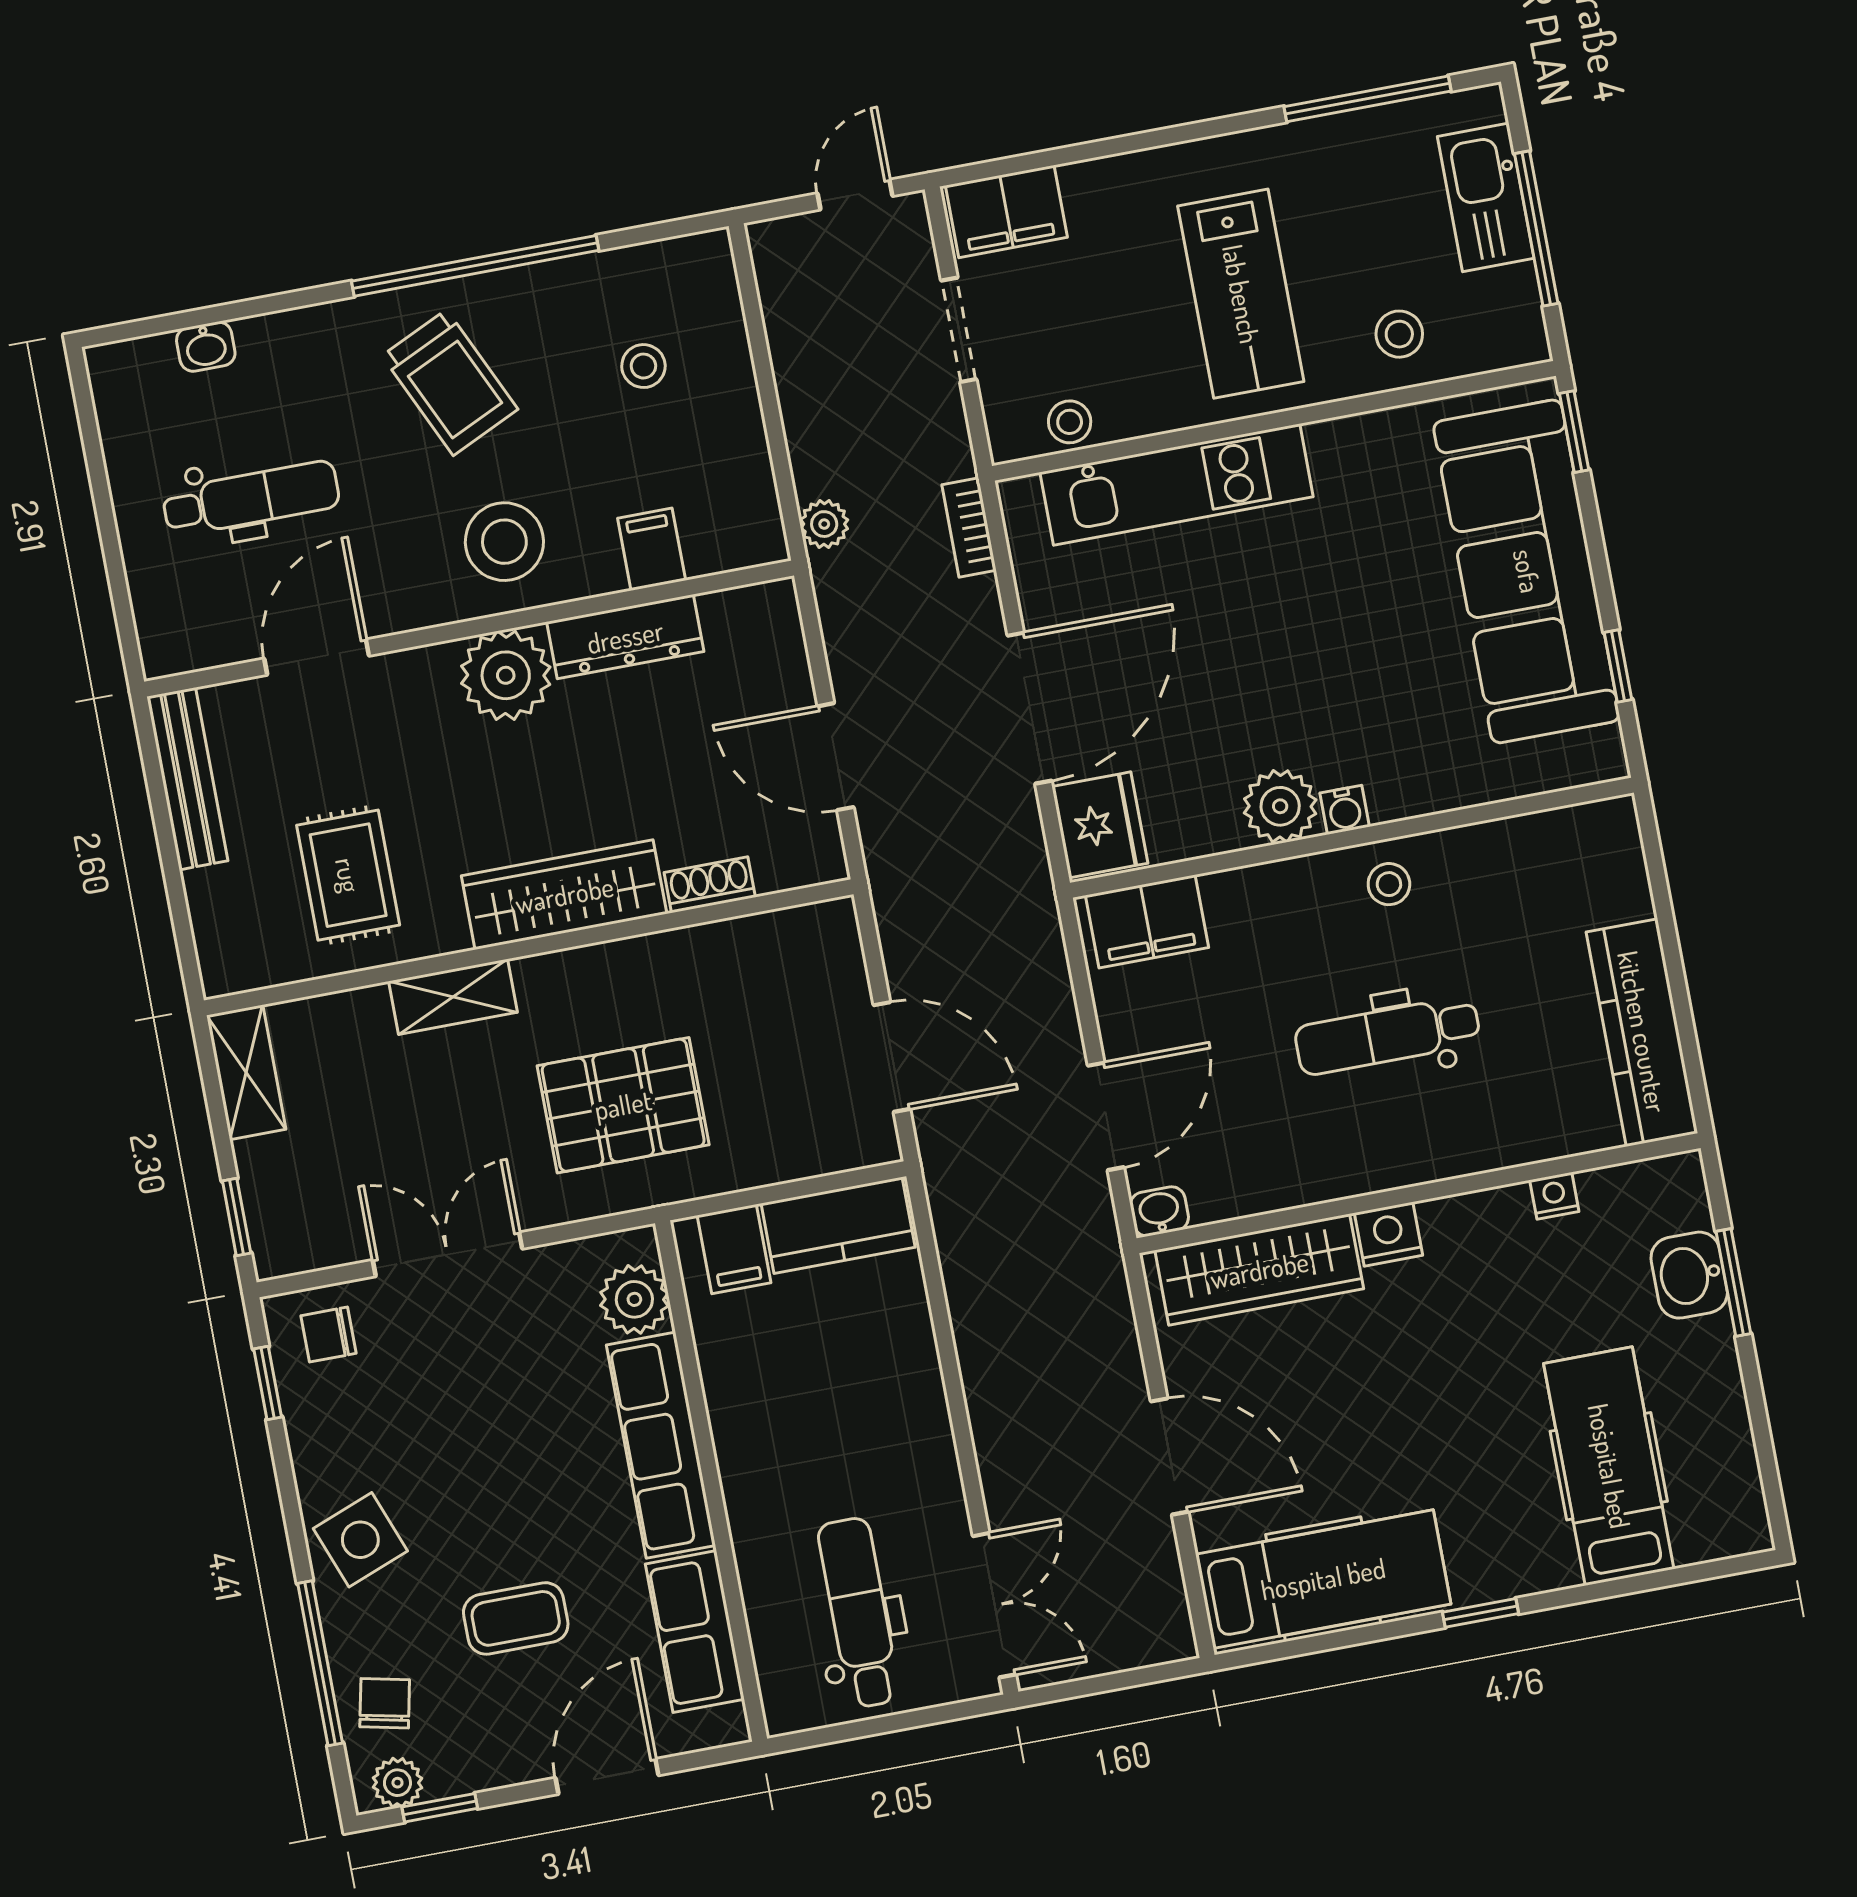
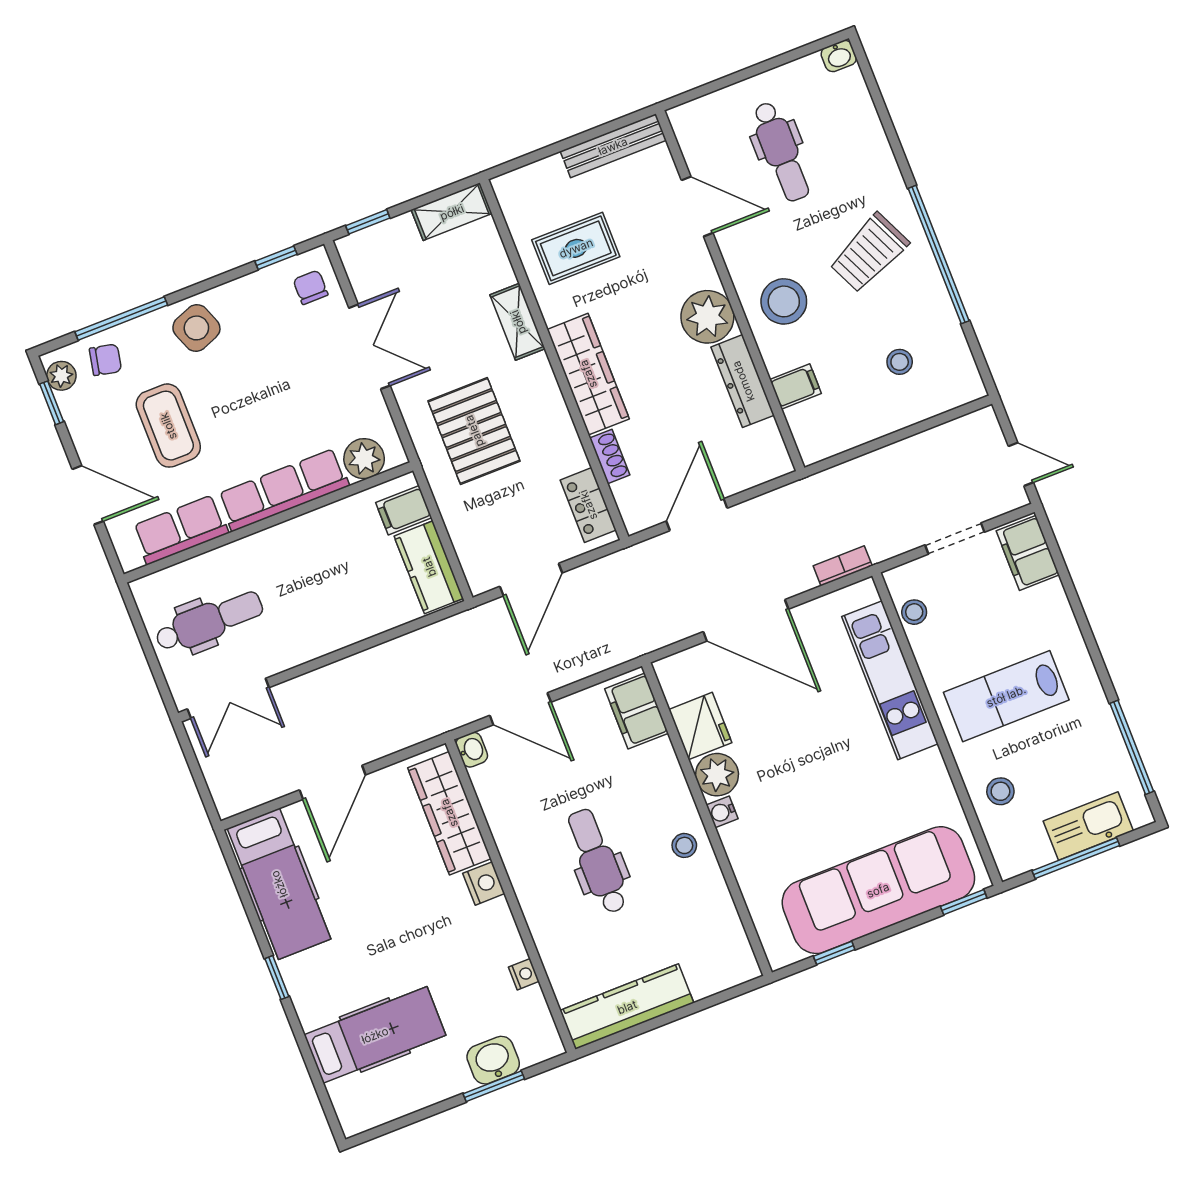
washbasin: (206, 347) -> (839, 56), moved, turned -90
plant: (824, 524) -> (829, 483), removed
fridge: (1100, 825) -> (700, 726), moved, turned -90
locker: (784, 937) -> (588, 505), added
coffee table: (516, 1618) -> (168, 426), width x1.36, depth x1.30

